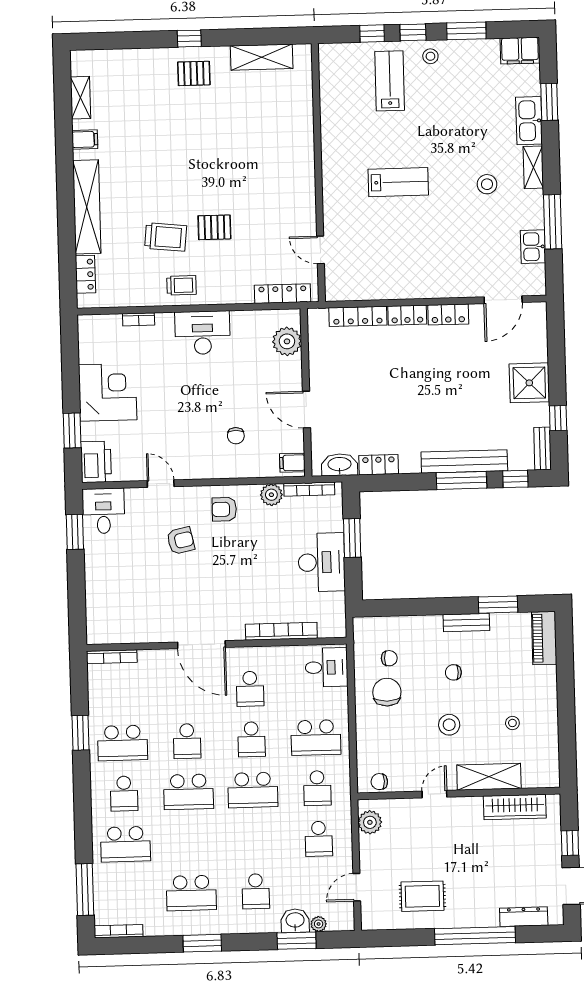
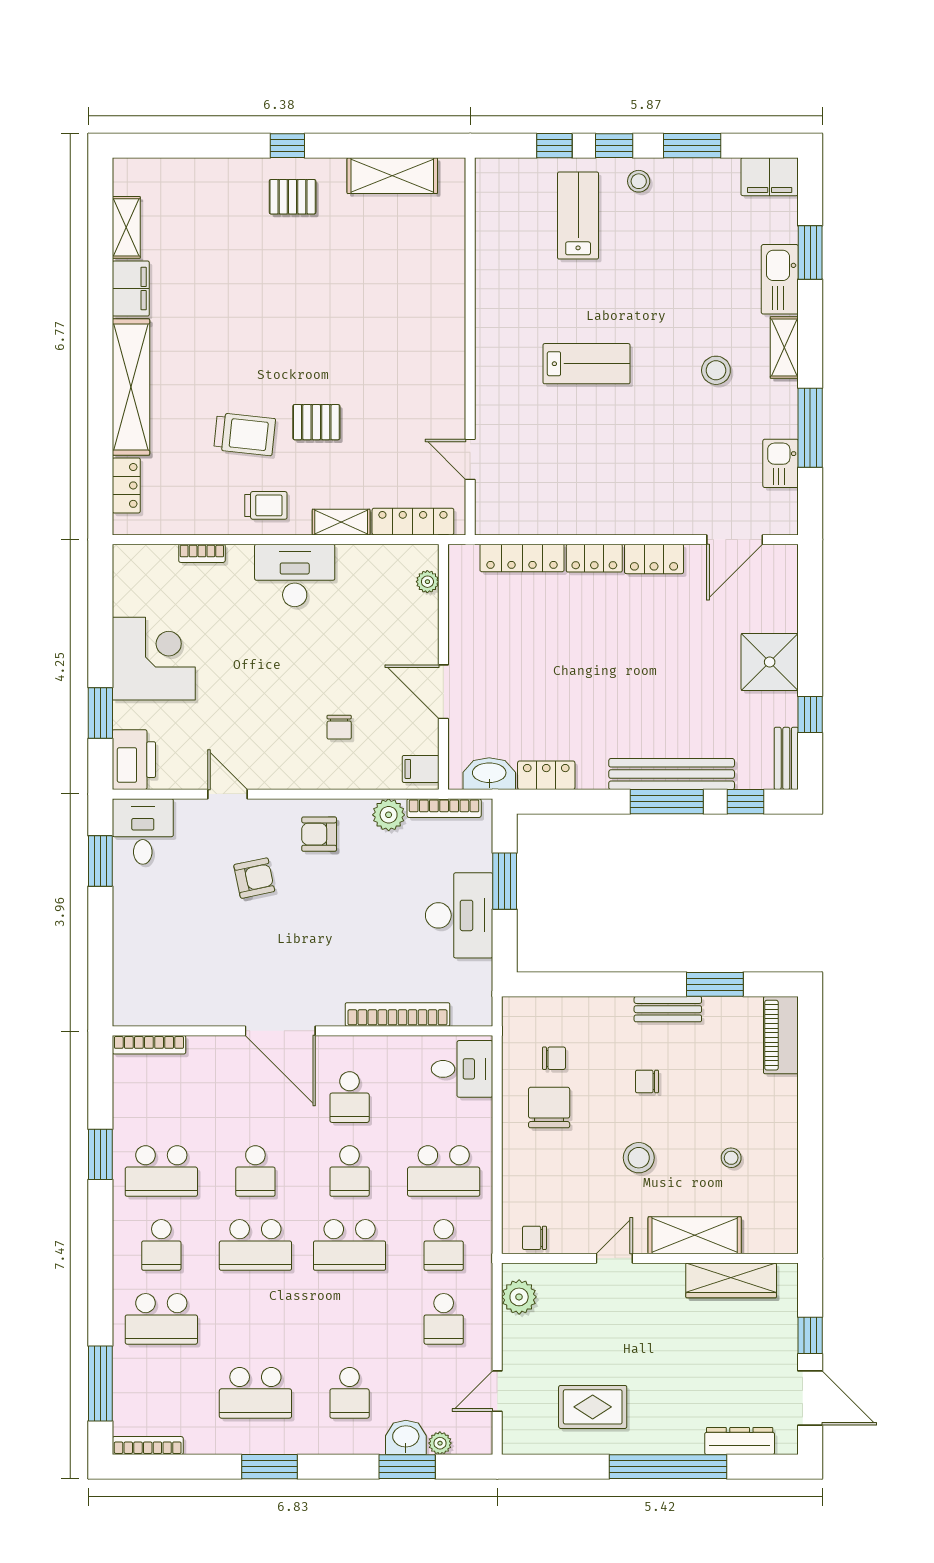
filing cabinet: (85, 139) -> (131, 289), width x2.00
shelving: (233, 295) -> (341, 522), added
plant: (287, 341) -> (427, 582), width x0.53, depth x0.53

